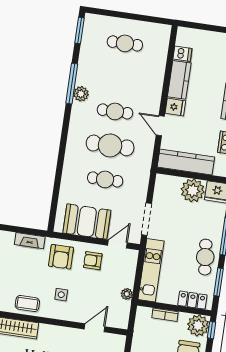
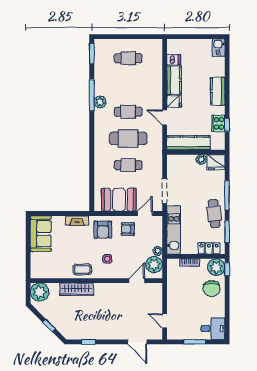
plant: (193, 190) -> (201, 159), width x0.53, depth x0.53
plant: (120, 311) -> (154, 265), added

